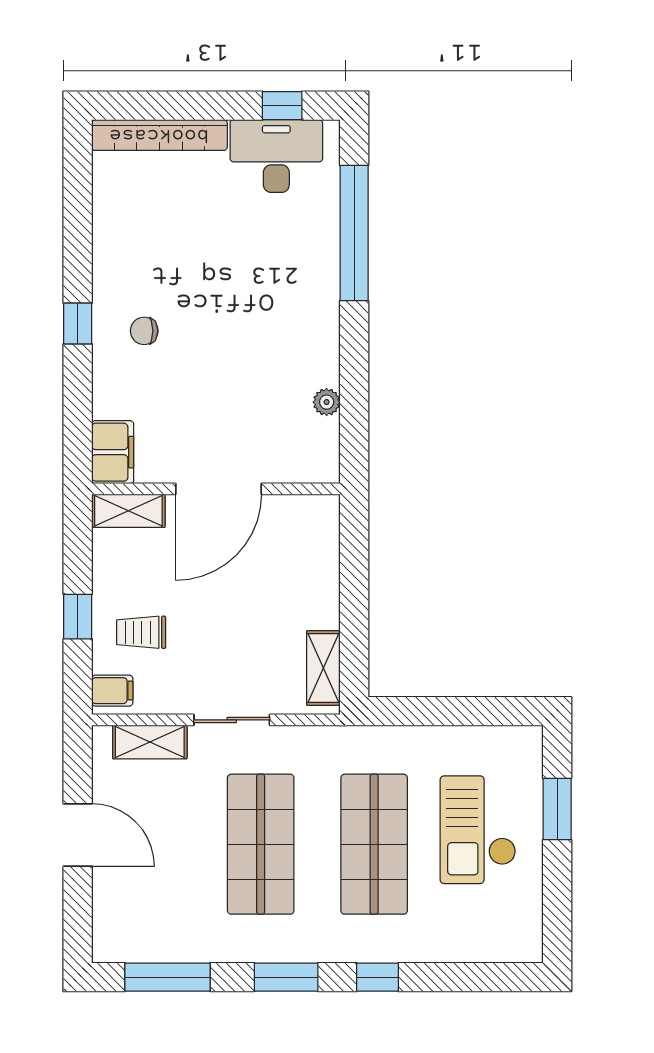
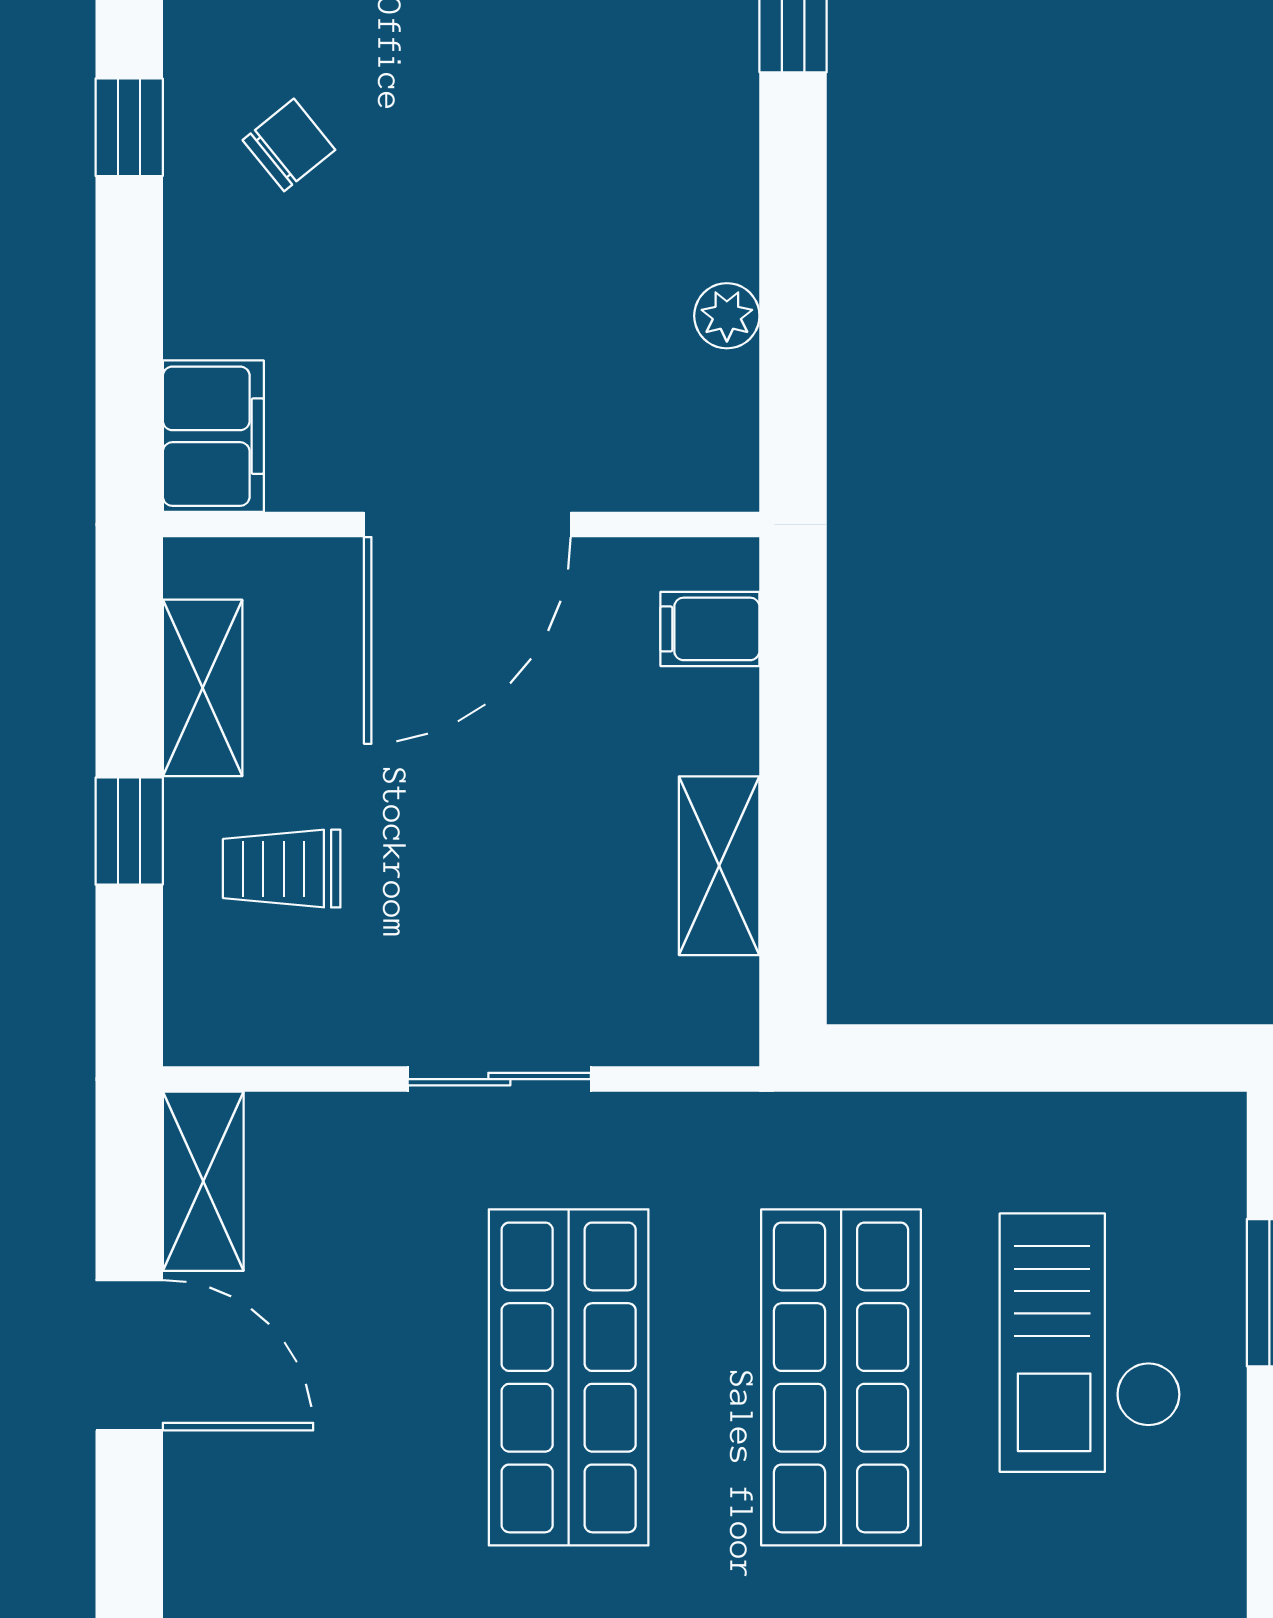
chair: (144, 331) -> (289, 145), turned 141
shelving: (128, 511) -> (203, 688), moved, turned 90
shelving: (323, 668) -> (719, 866), moved
filing cabinet: (112, 691) -> (710, 629), moved, turned 180
shelving: (150, 742) -> (203, 1181), moved, turned 90

